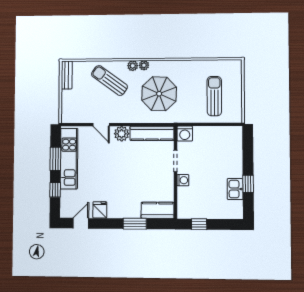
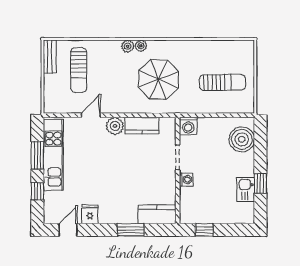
sun lounger: (109, 80) -> (79, 70), moved, turned -126
sun lounger: (214, 96) -> (222, 82), turned 89
door: (101, 125) -> (91, 115), swing flipped
kitchen counter: (152, 133) -> (142, 126), width x0.67
boiler: (231, 145) -> (242, 139), added

